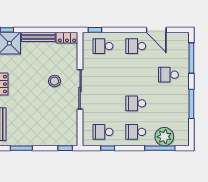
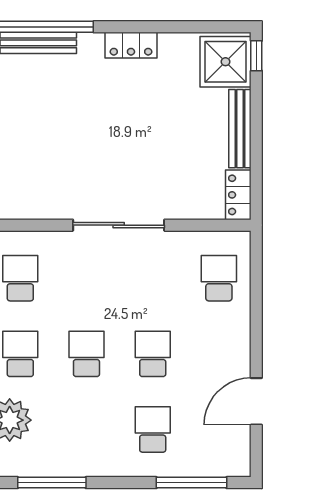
window: (95, 30) -> (256, 259), removed
school desk: (136, 46) -> (153, 354), moved
stool: (54, 81) -> (138, 166), removed
window: (191, 104) -> (52, 483), moved

